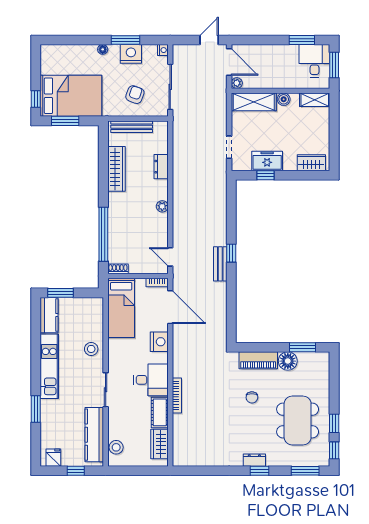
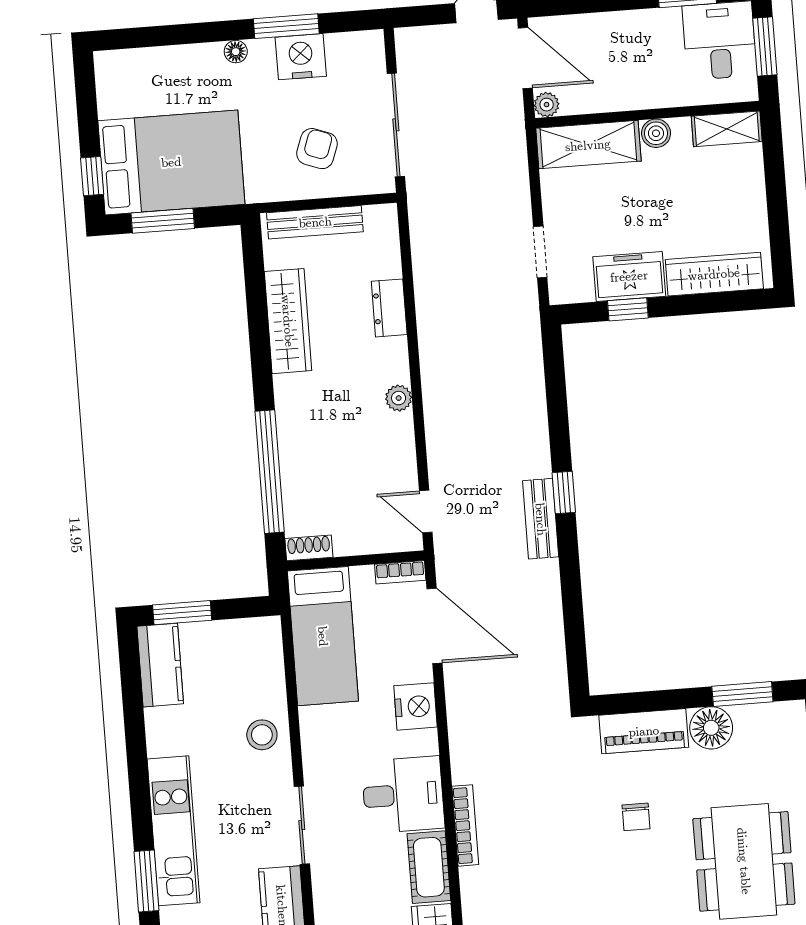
nightstand: (163, 50) -> (373, 42), removed
wardrobe: (311, 163) -> (714, 274), width x1.50
kitchen unit: (49, 366) -> (173, 831), moved

